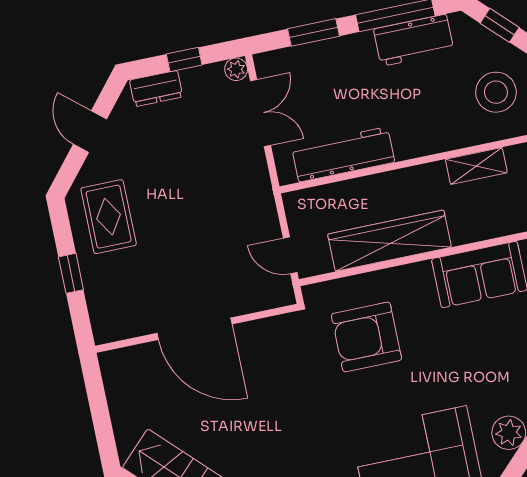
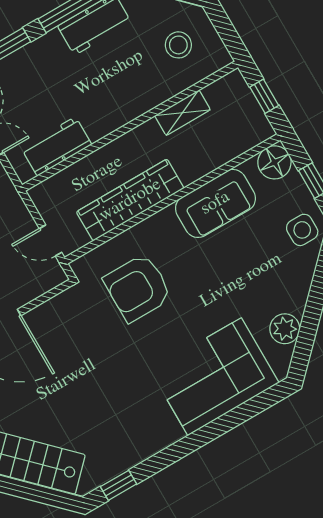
stool: (496, 92) -> (178, 45), width x0.73, depth x0.73
workbench: (343, 154) -> (57, 146), width x0.73

